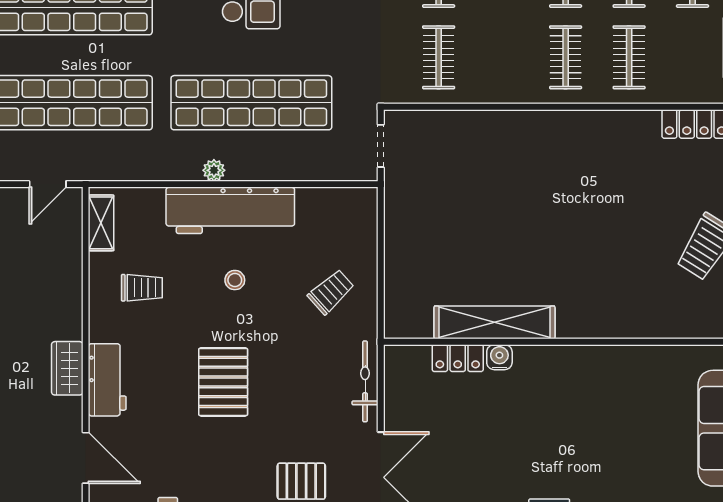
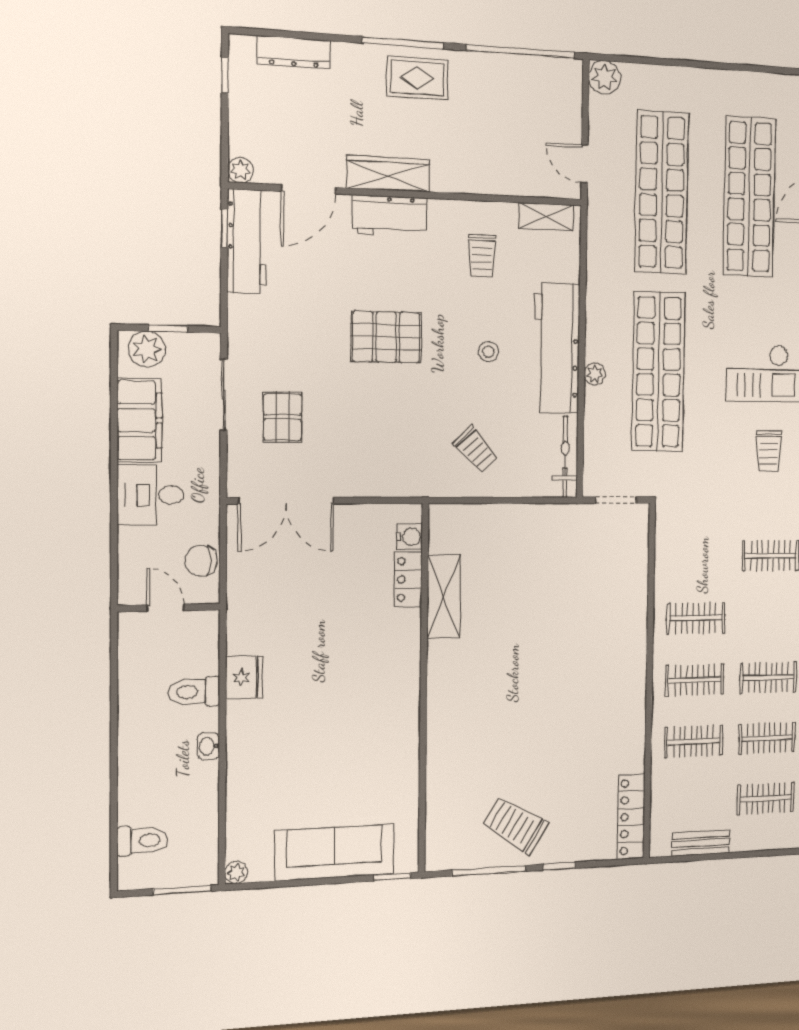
clothes rail: (439, 57) -> (696, 618), moved
plant: (214, 170) -> (595, 374), moved
shelving: (494, 322) -> (444, 597), width x0.68
water cooler: (499, 357) -> (409, 537), moved
wardrobe: (67, 368) -> (388, 174), width x1.50
bicycle: (365, 381) -> (565, 457), moved, turned -90

